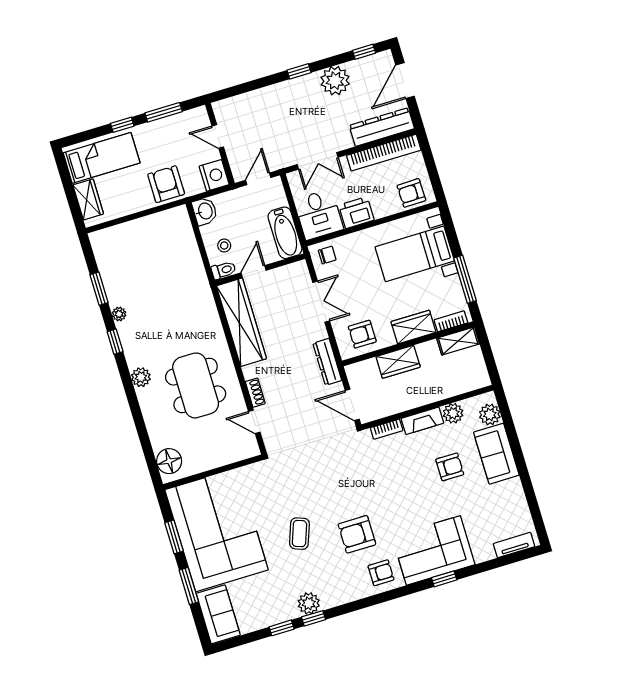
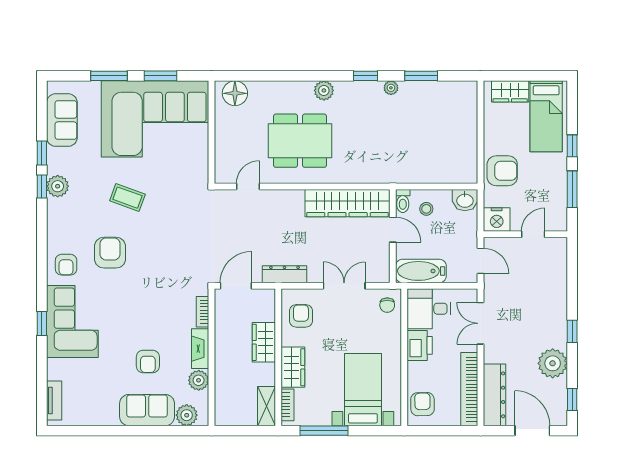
double door: (321, 302) -> (344, 286), swing flipped
shoe rack: (255, 393) -> (276, 196), removed
sofa: (218, 614) -> (62, 120), moved, turned -90

